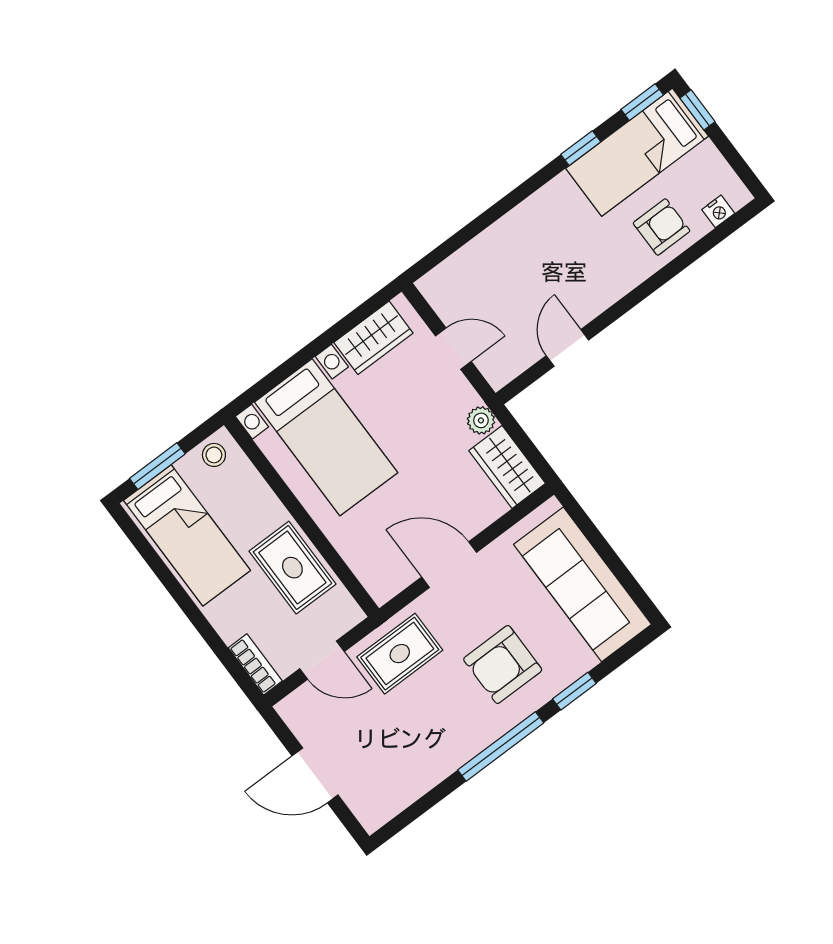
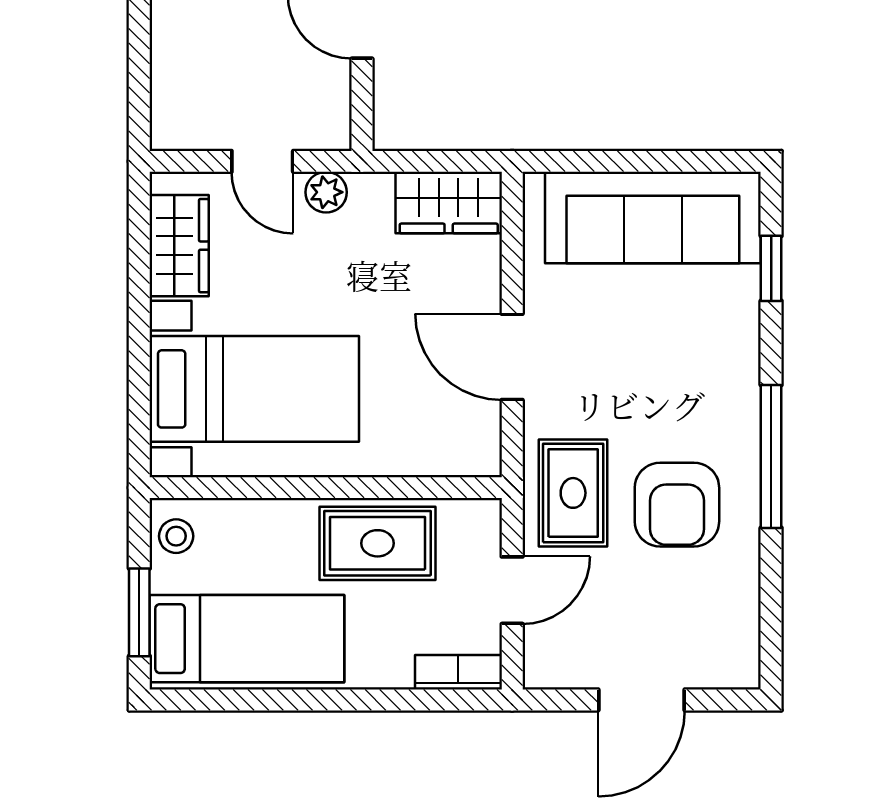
door: (453, 349) -> (262, 161), swing flipped
plant: (481, 420) -> (326, 192), moved
door: (449, 565) -> (512, 357), hinge flipped
armchair: (503, 664) -> (677, 505), moved
window: (574, 691) -> (771, 268), moved

